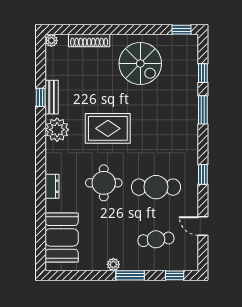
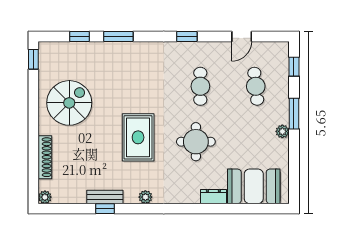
plant: (57, 130) -> (145, 197), width x0.53, depth x0.53
dresser: (52, 186) -> (213, 197), moved
cafe table: (156, 187) -> (200, 86), width x0.73, depth x0.74

